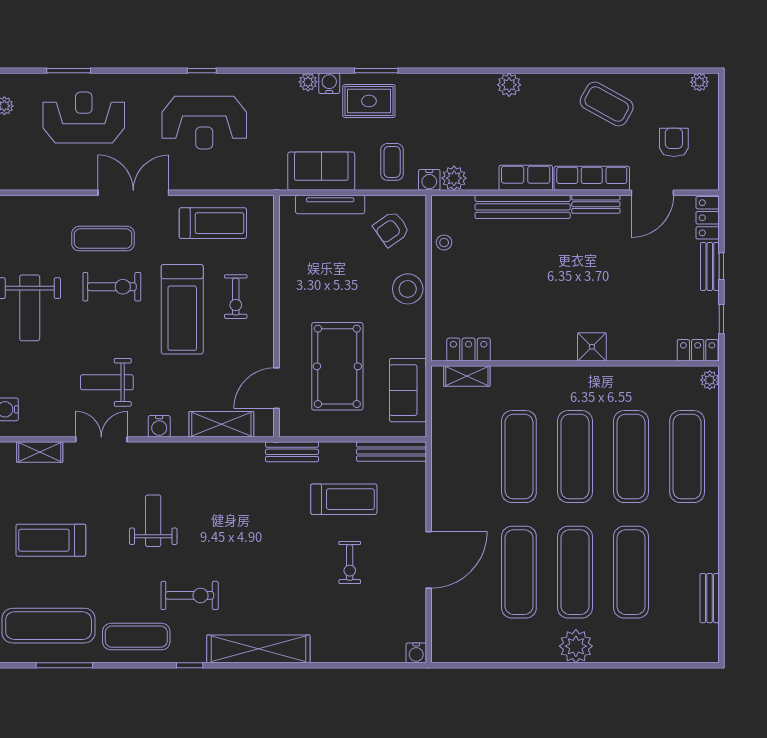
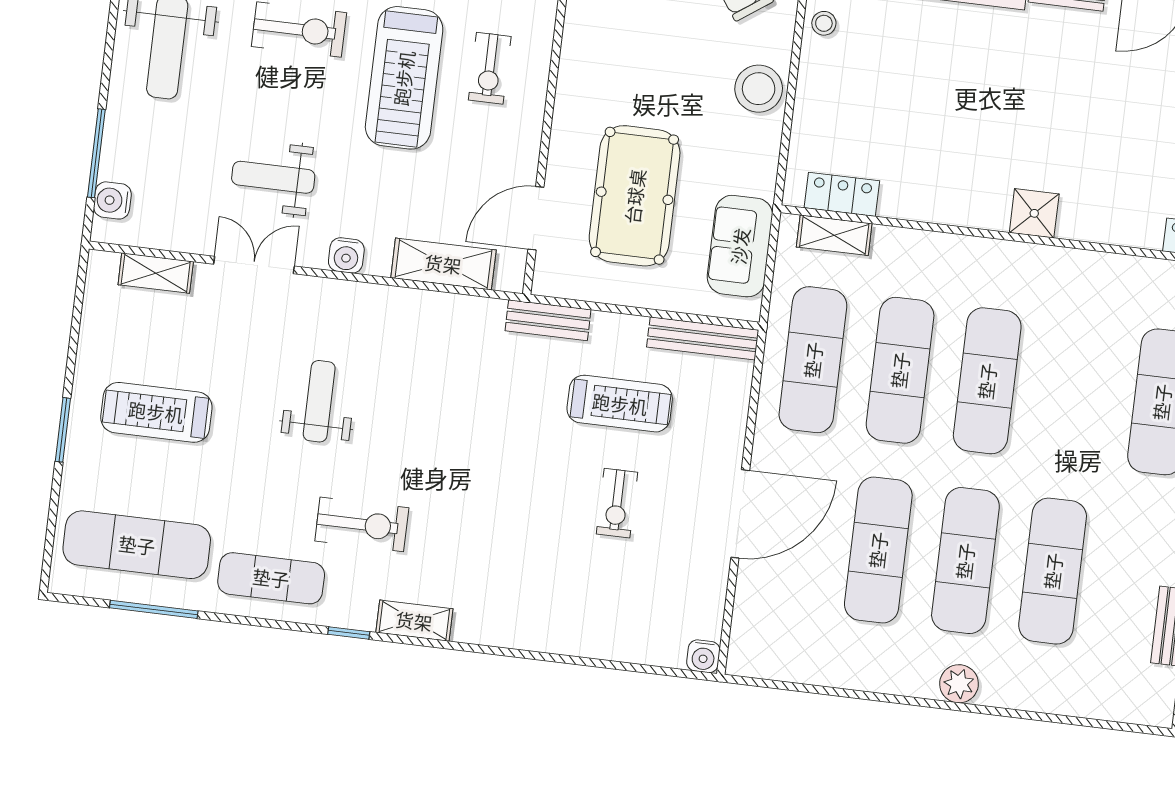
exercise mat: (631, 457) -> (813, 360), moved
plant: (576, 646) -> (959, 684), width x0.73, depth x0.73
shelving: (258, 649) -> (414, 621), width x0.45, depth x0.75

